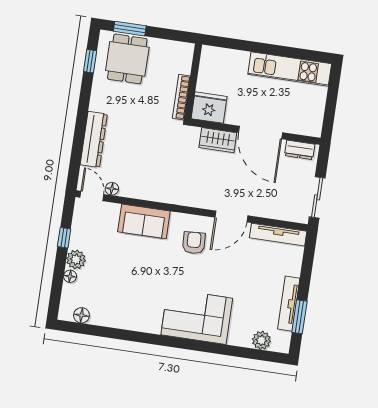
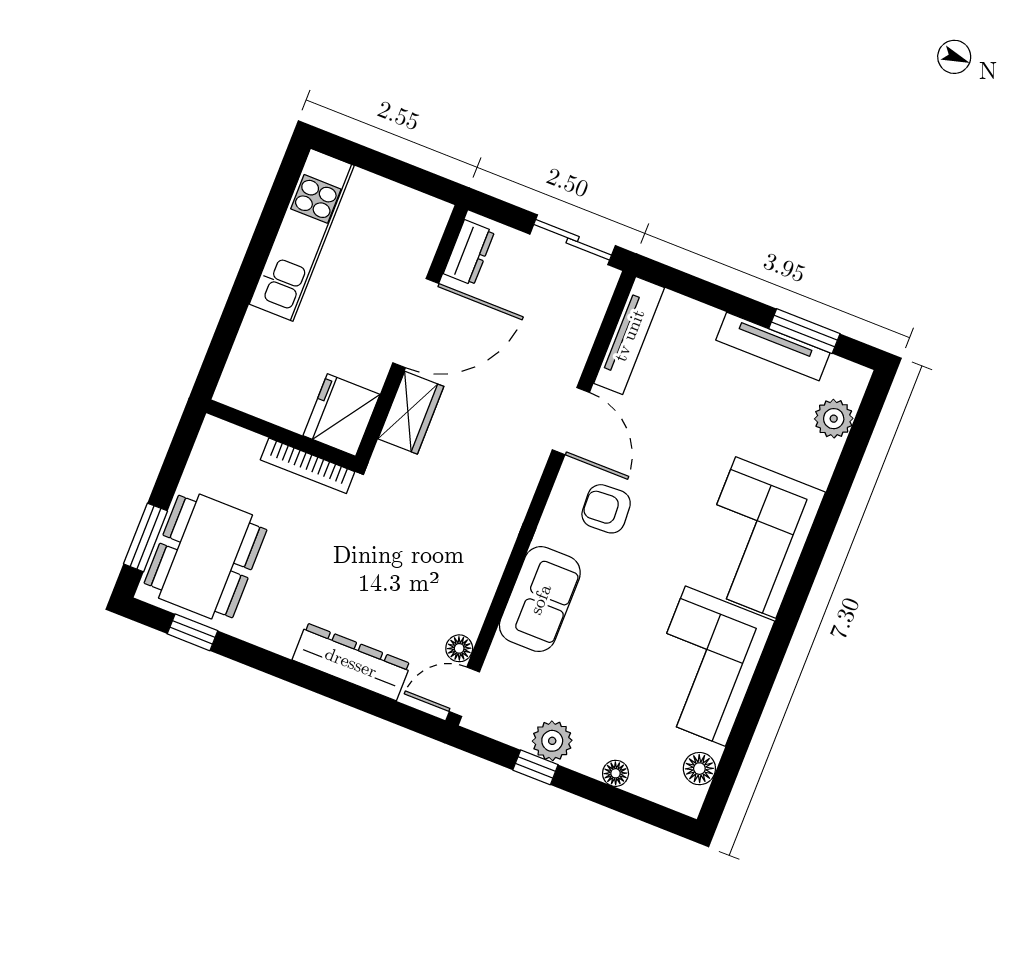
dining table: (127, 59) -> (205, 557), width x1.38
plant: (76, 260) -> (552, 741), moved
corner sofa: (131, 307) -> (705, 666), added

